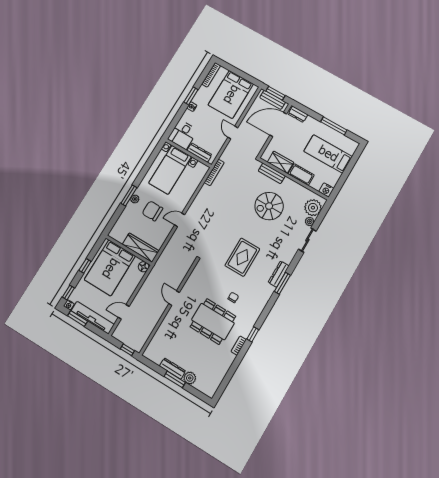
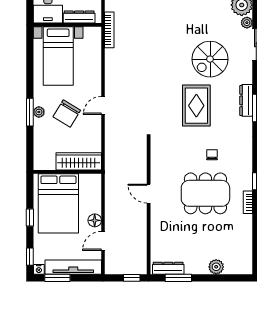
spiral stairs: (269, 206) -> (210, 59), moved
chair: (152, 211) -> (67, 114), turned -59
floor lamp: (144, 267) -> (95, 220), moved
dresser: (173, 369) -> (168, 268), moved
window: (175, 379) -> (178, 278), moved

